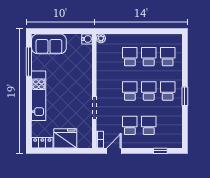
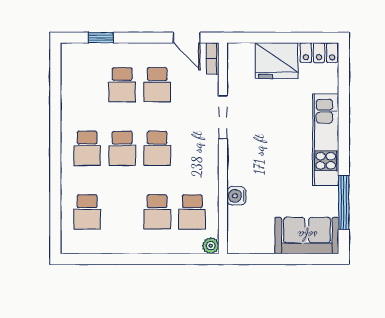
water cooler: (87, 39) -> (236, 196), moved
school desk: (149, 57) -> (192, 212), moved
window: (185, 96) -> (55, 139), removed
door: (114, 151) -> (187, 38), hinge flipped

